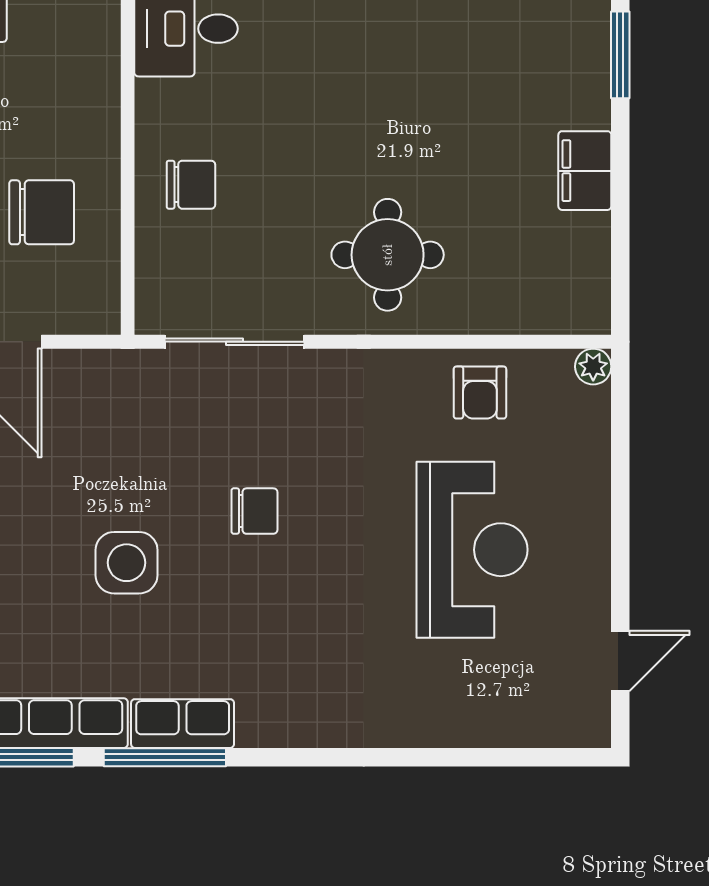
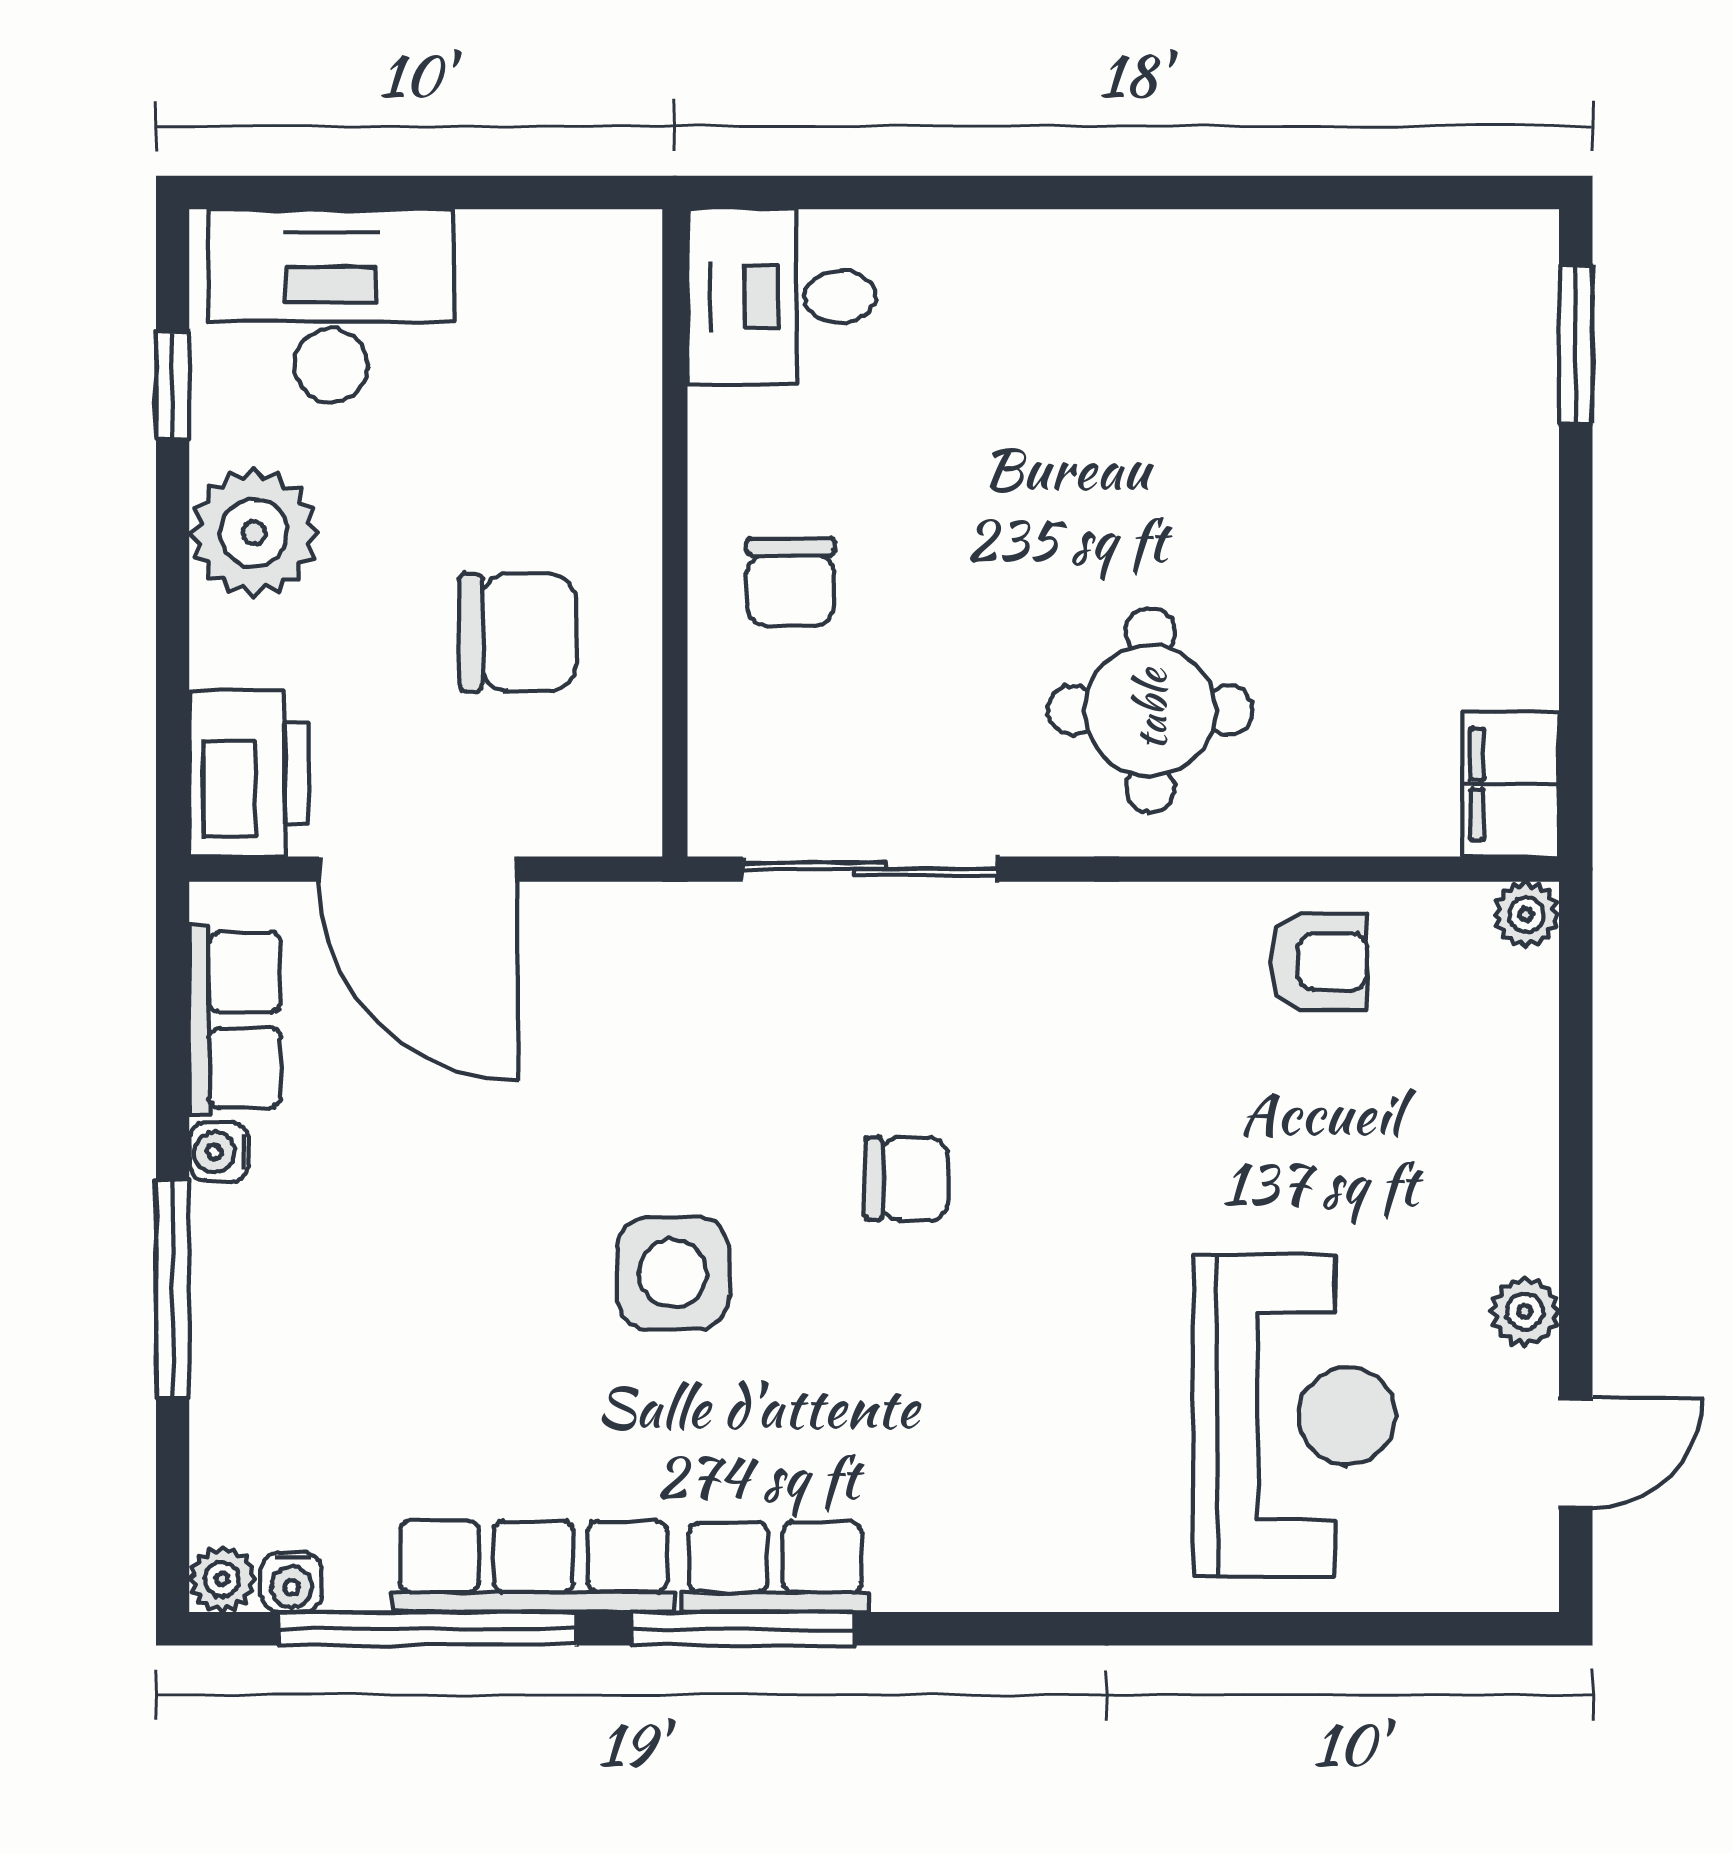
filing cabinet: (585, 171) -> (1511, 784), moved
chair: (191, 185) -> (791, 582), turned 90
armchair: (480, 392) -> (1319, 962), turned -90
reception desk: (472, 550) -> (1295, 1416), moved
plant: (592, 584) -> (1525, 1312), added

